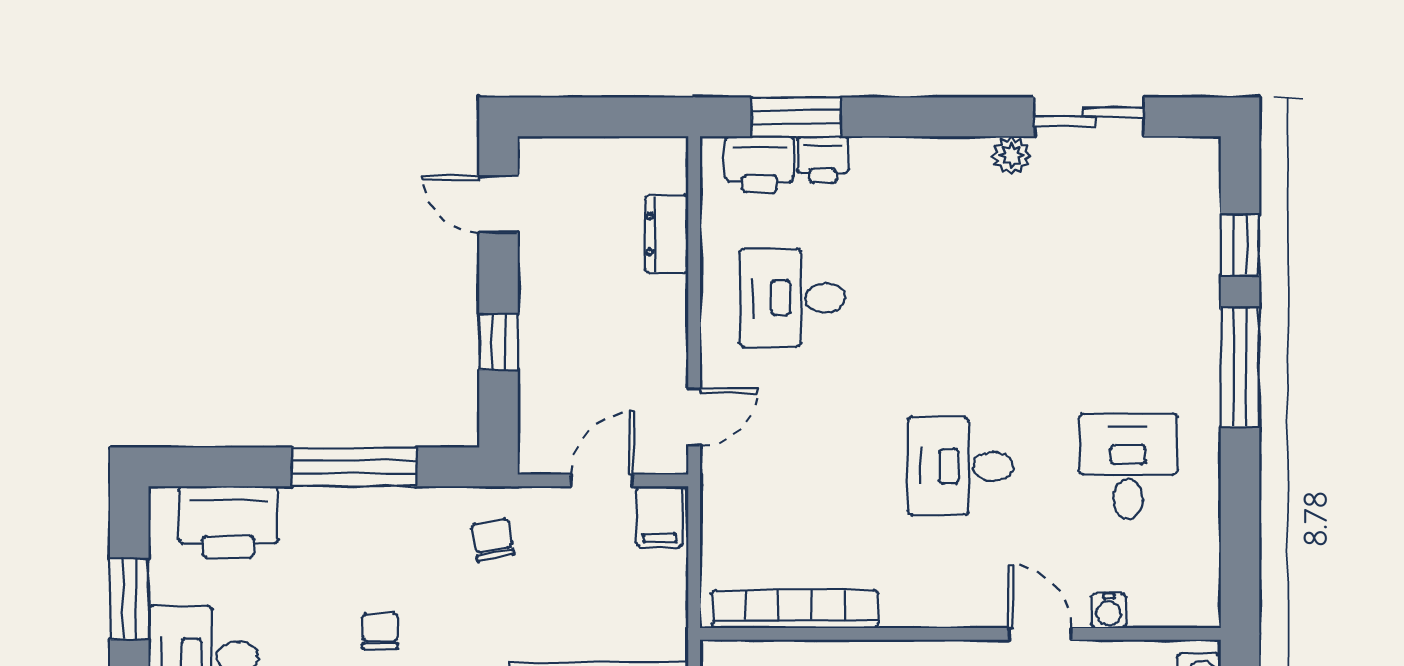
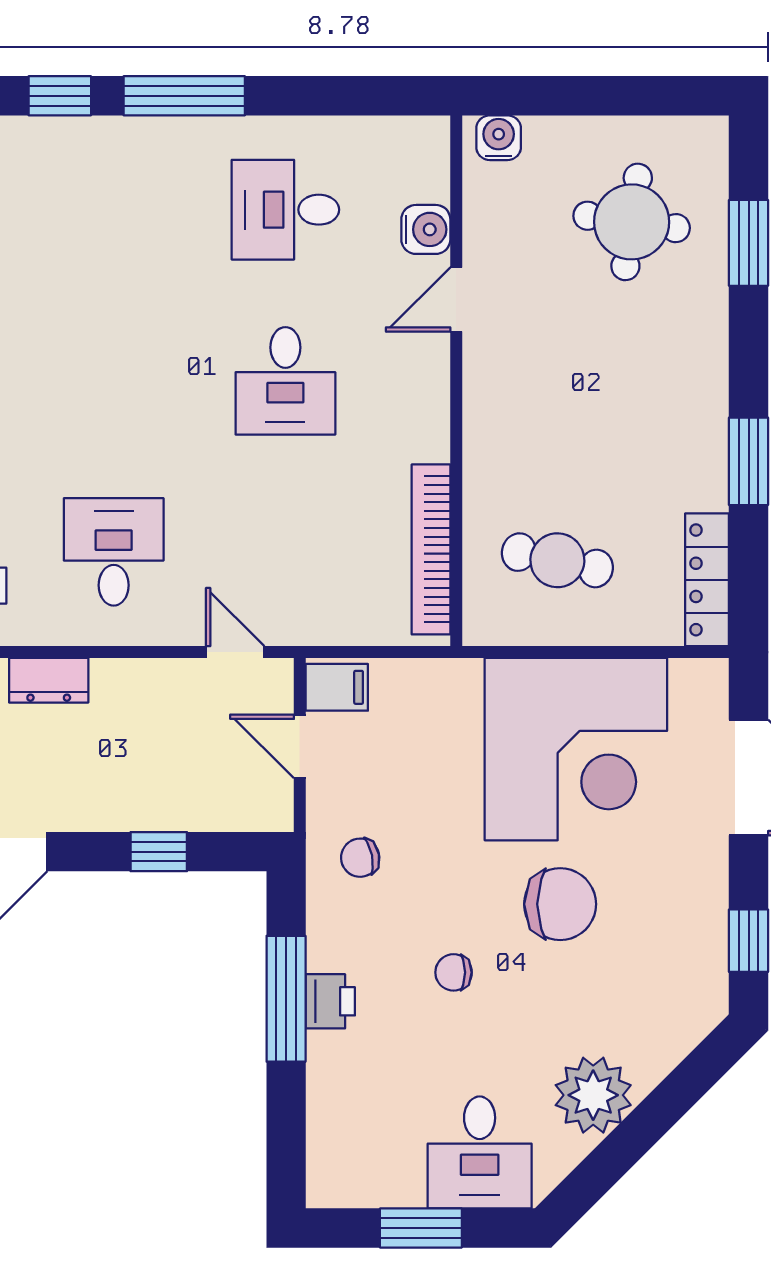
desk: (793, 298) -> (114, 552), turned 180
printer: (228, 522) -> (330, 1001), moved, width x0.53, depth x0.68
water cooler: (1109, 611) -> (426, 229), width x1.38, depth x1.38

